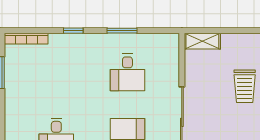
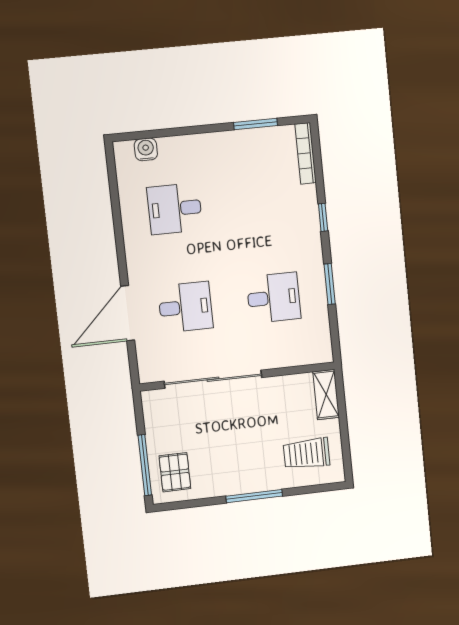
desk: (127, 72) -> (274, 298), turned 180
trolley: (245, 86) -> (307, 454), moved

